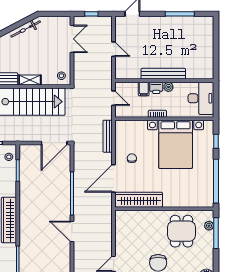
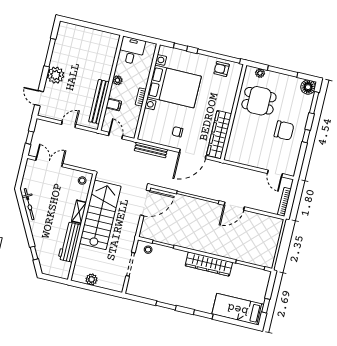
plant: (159, 25) -> (56, 75), added
bench: (163, 74) -> (99, 102), moved
printer: (156, 88) -> (116, 92), removed
door: (114, 98) -> (116, 136), hinge flipped
desk: (201, 98) -> (132, 51), width x0.73
door: (54, 143) -> (145, 203), hinge flipped
door: (114, 178) -> (193, 154), hinge flipped
armchair: (204, 187) -> (222, 69), added
window: (216, 233) -> (283, 71), moved

